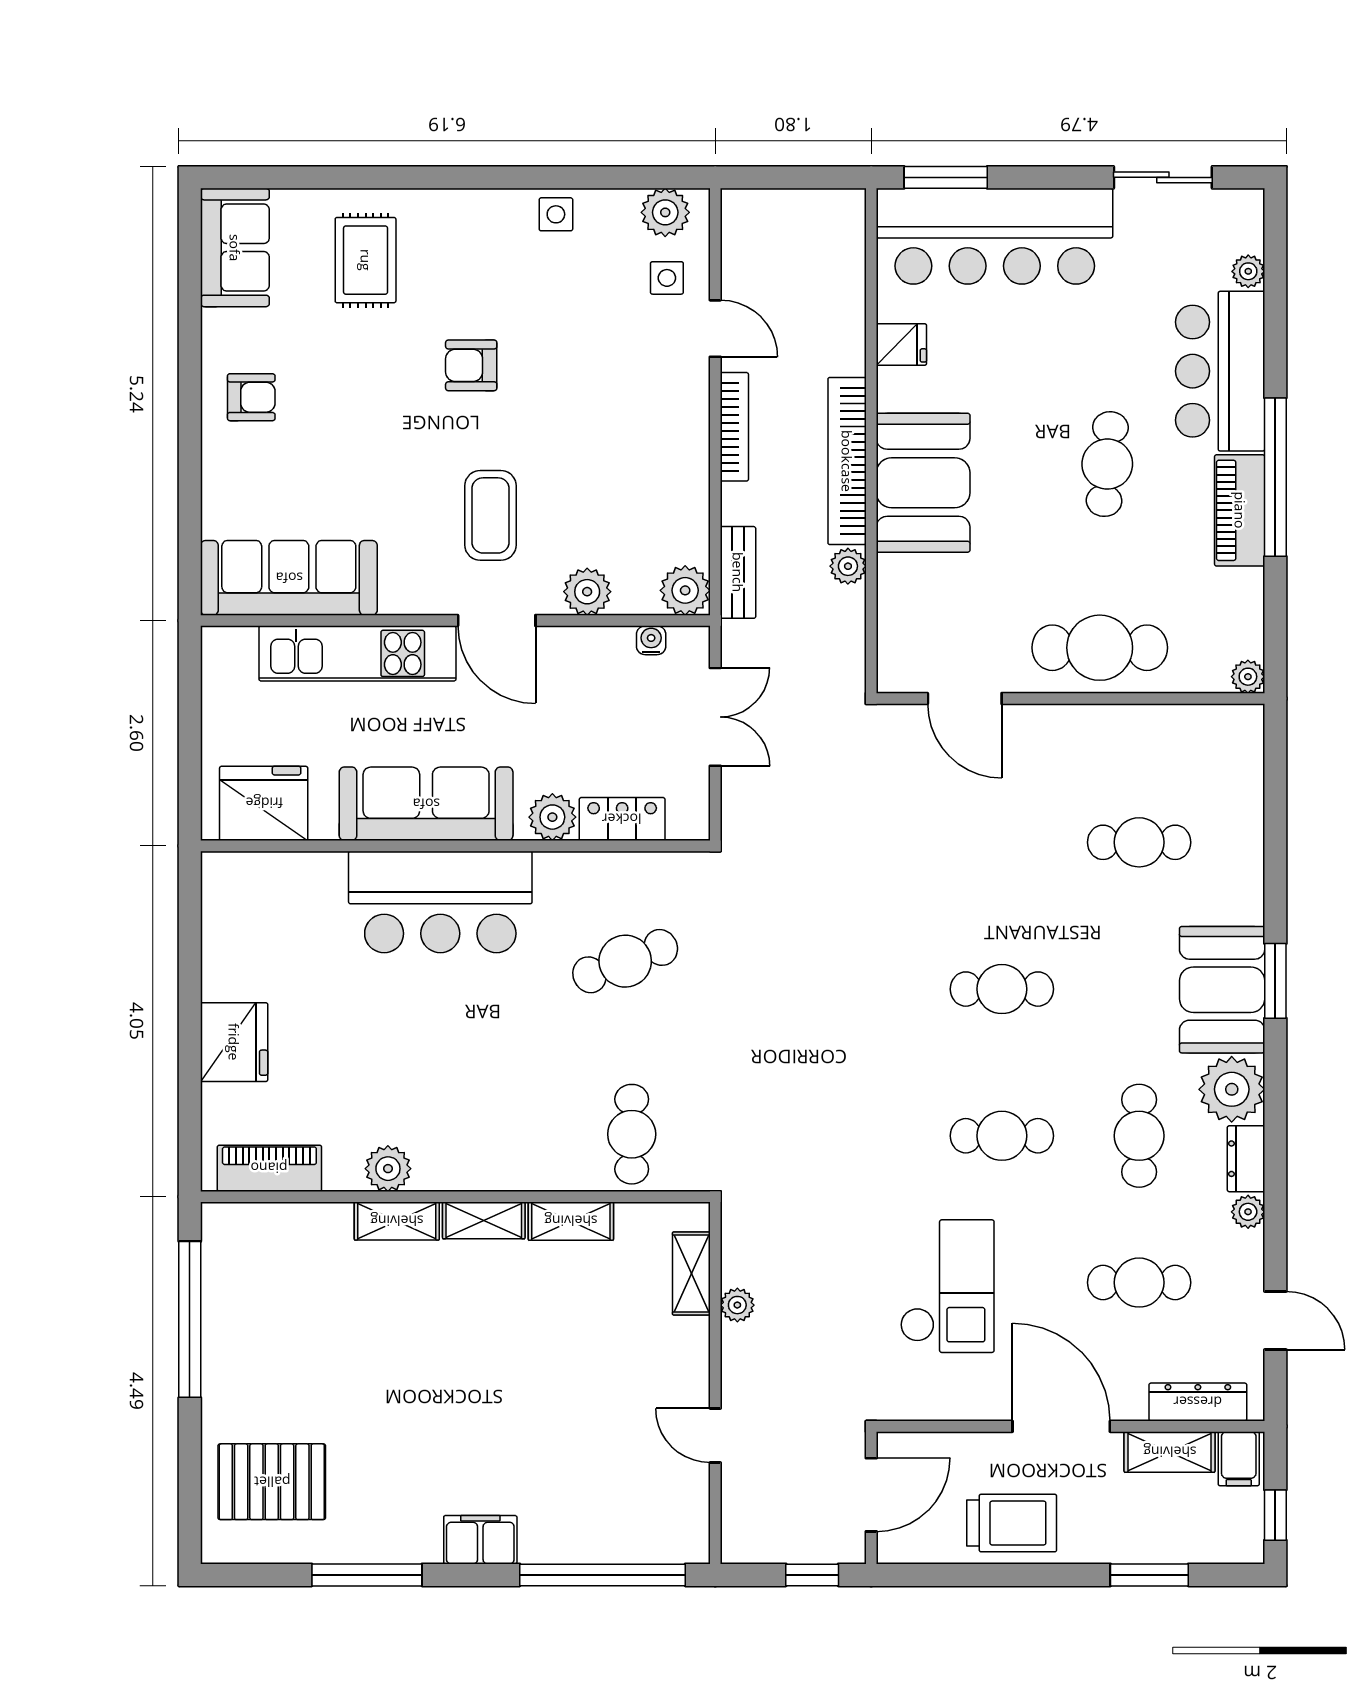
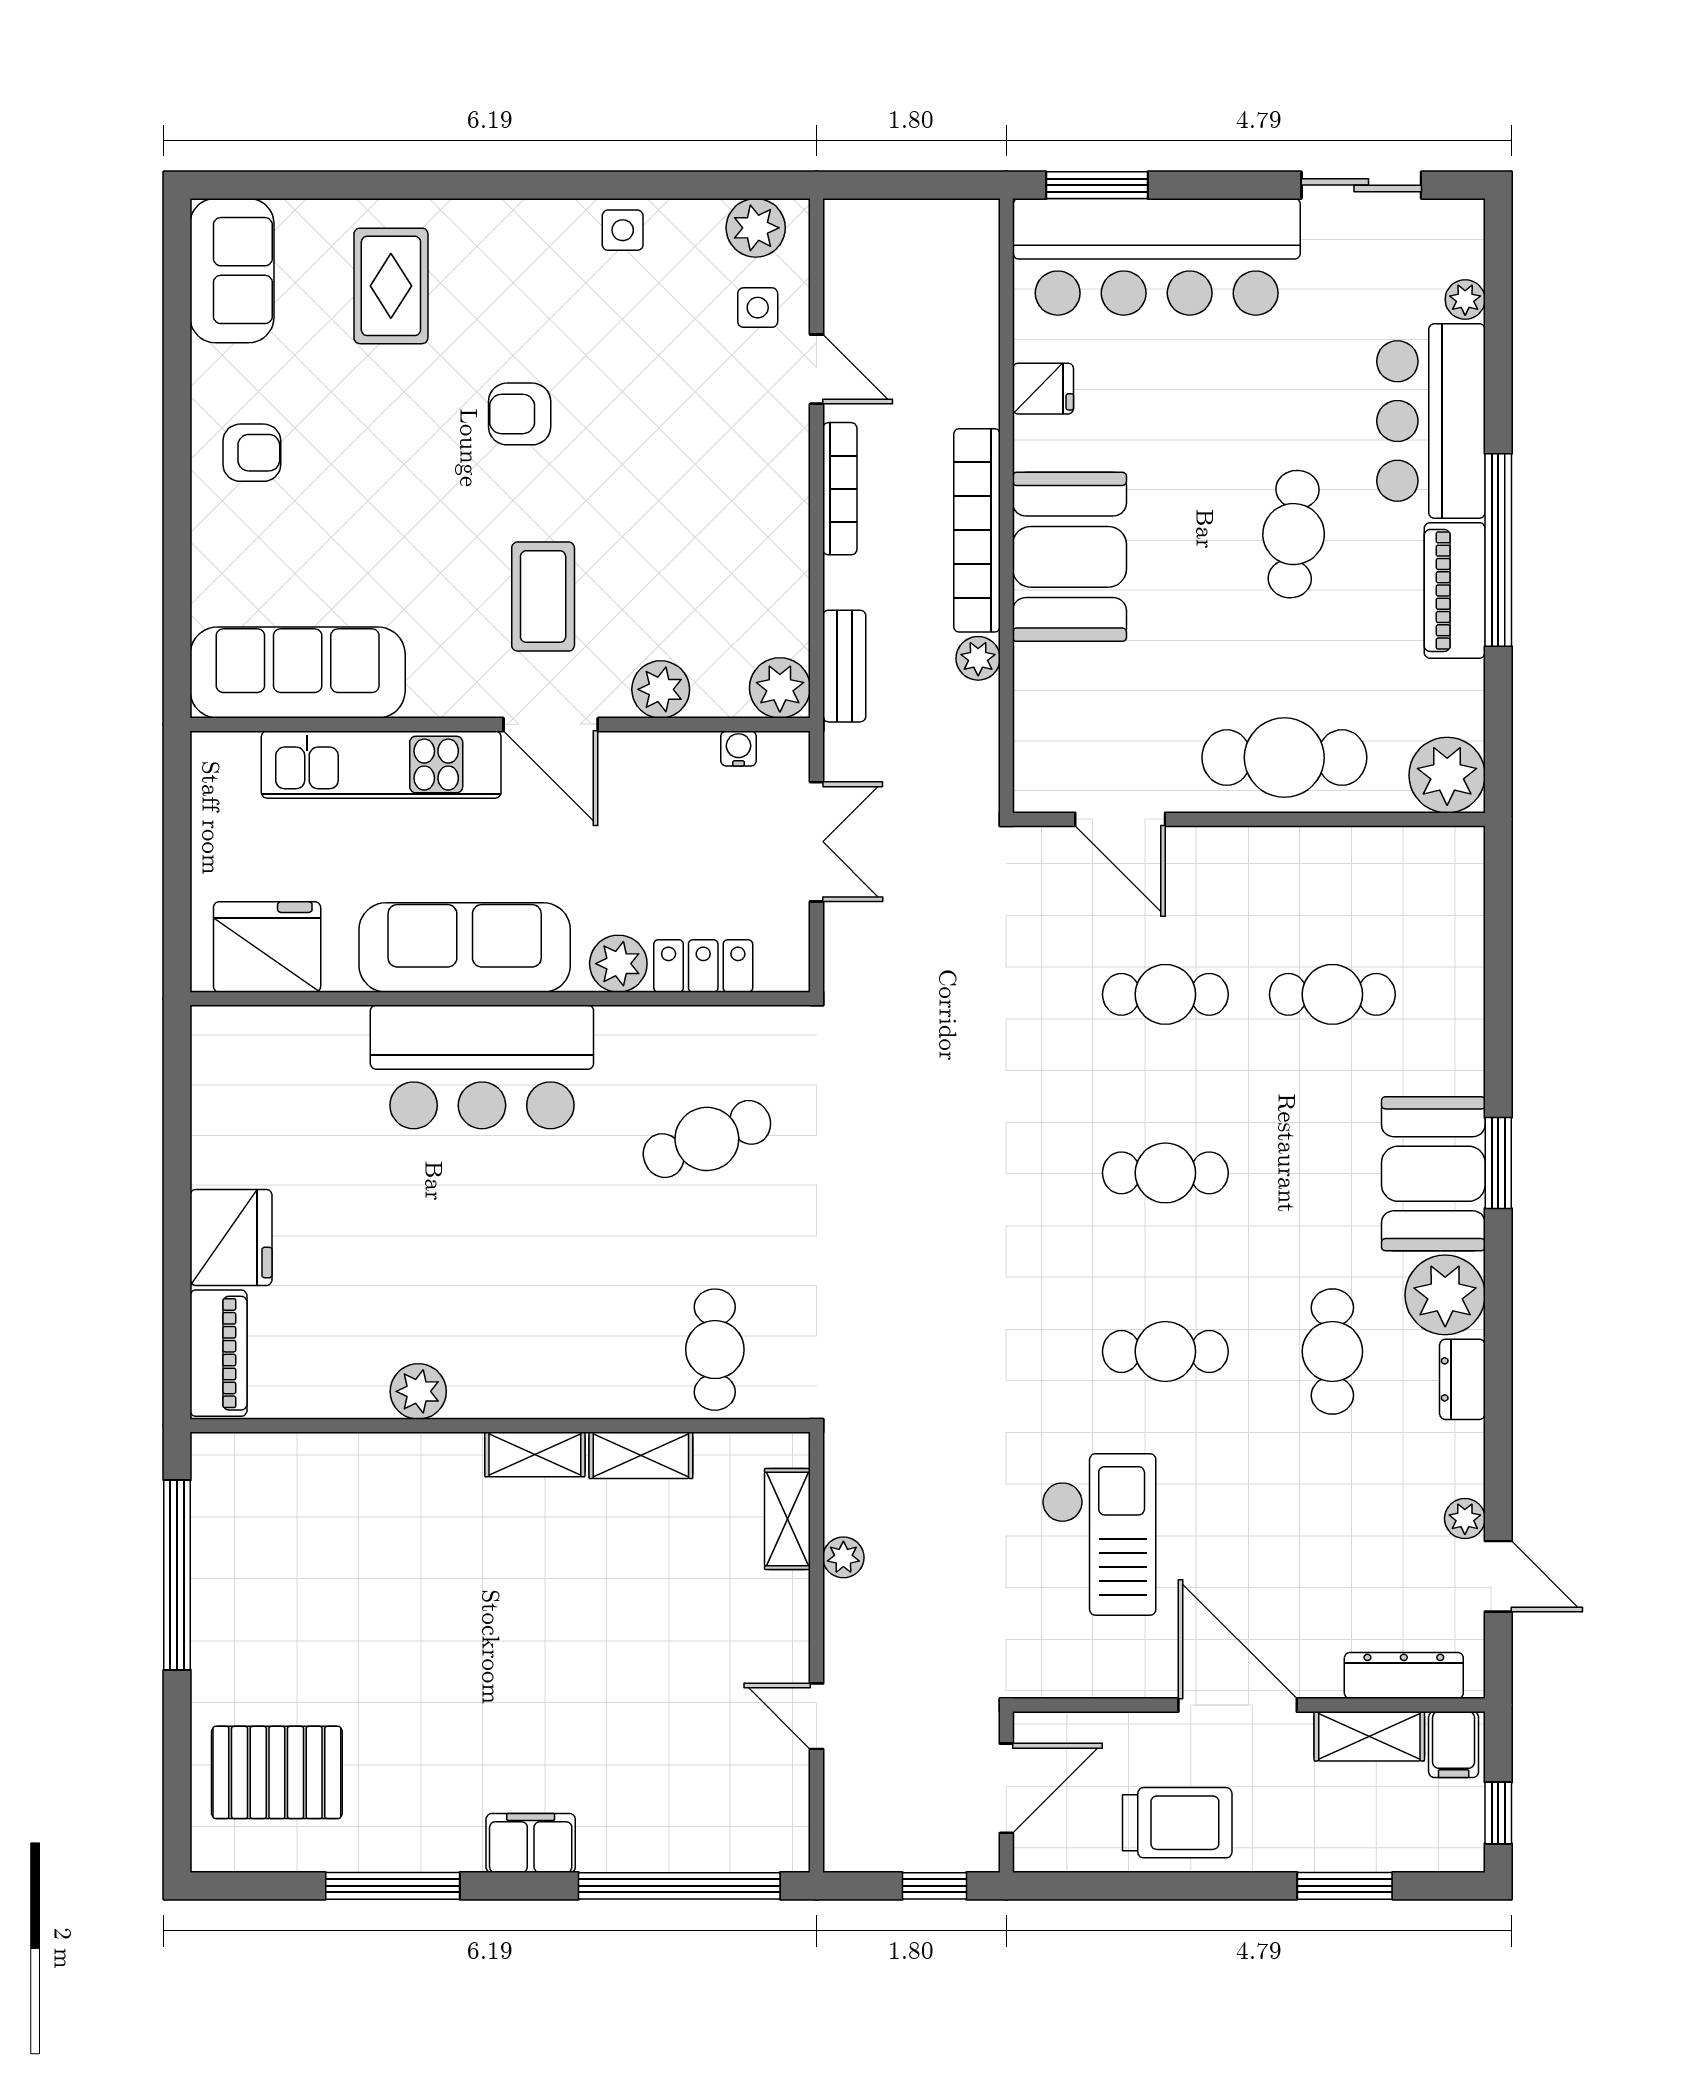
plant: (1248, 677) -> (1447, 775), width x1.87, depth x1.87
piano: (269, 1168) -> (219, 1353), moved, turned 90
plant: (1248, 1212) -> (1465, 1519), moved
shelving: (397, 1221) -> (429, 1455), removed
cafe table: (1139, 1283) -> (1165, 994), moved

